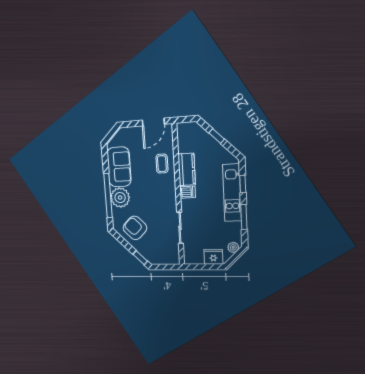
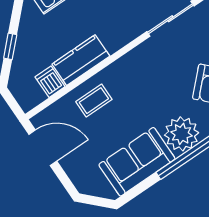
dishwasher: (187, 192) -> (50, 82), moved

